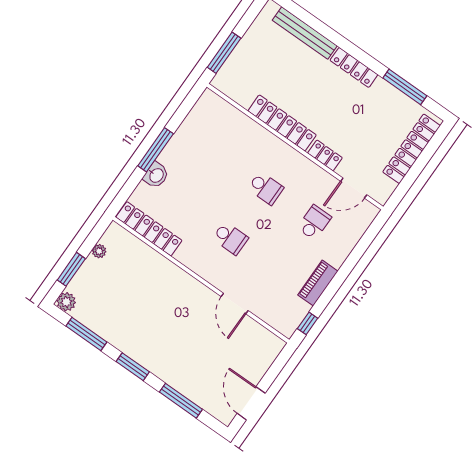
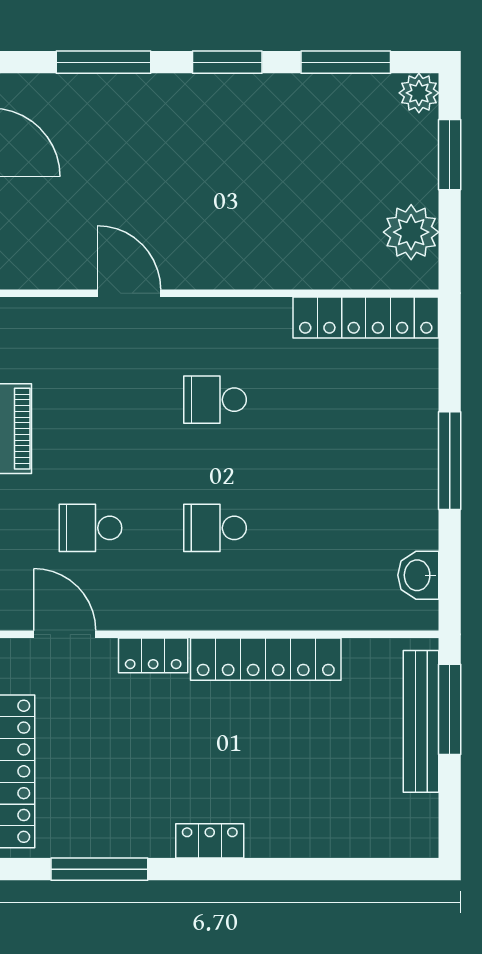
bench: (305, 33) -> (421, 721), moved, turned 90
locker: (354, 67) -> (210, 841), width x0.66
washbasin: (156, 175) -> (418, 575), moved
door: (354, 188) -> (65, 634), hinge flipped
school desk: (314, 222) -> (90, 528), turned 90
plant: (99, 251) -> (411, 232), width x1.88, depth x1.88

